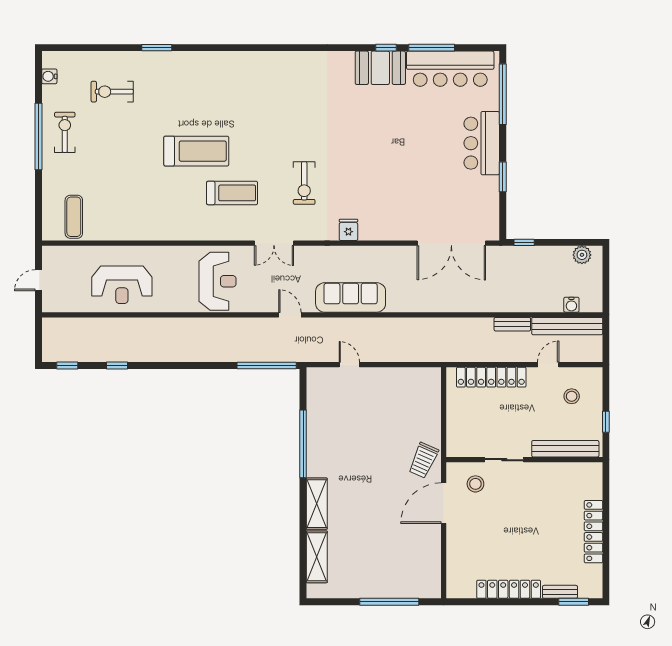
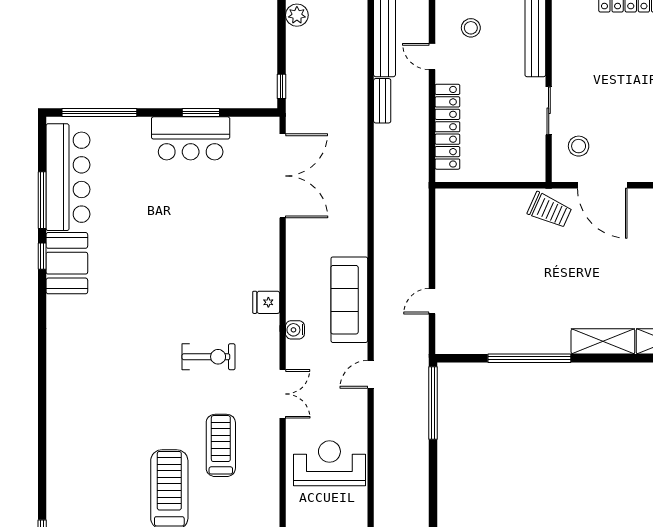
bar counter: (482, 143) -> (191, 138), moved
water cooler: (571, 305) -> (295, 330), moved, turned 180

